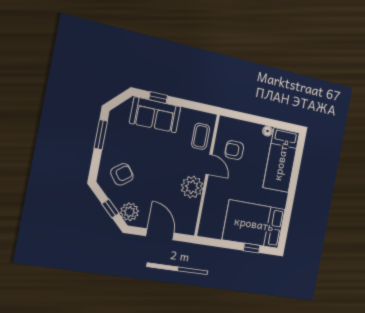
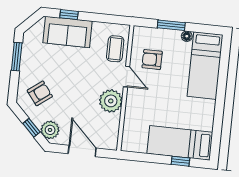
window: (255, 119) -> (171, 25), added
bed: (254, 224) -> (180, 143), width x0.67

